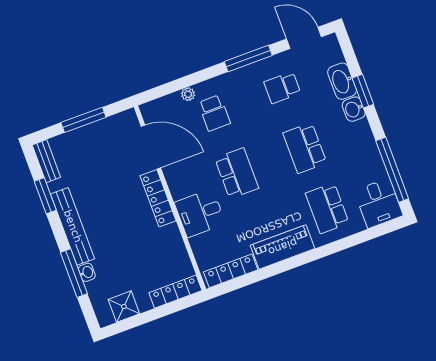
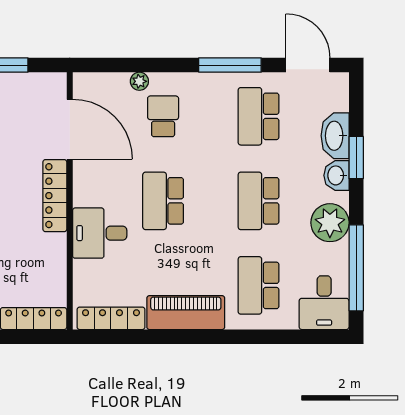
school desk: (282, 88) -> (258, 116), width x1.85
school desk: (214, 113) -> (163, 116), turned 180
plant: (362, 145) -> (330, 223), added
school desk: (237, 173) -> (163, 201), turned 180

